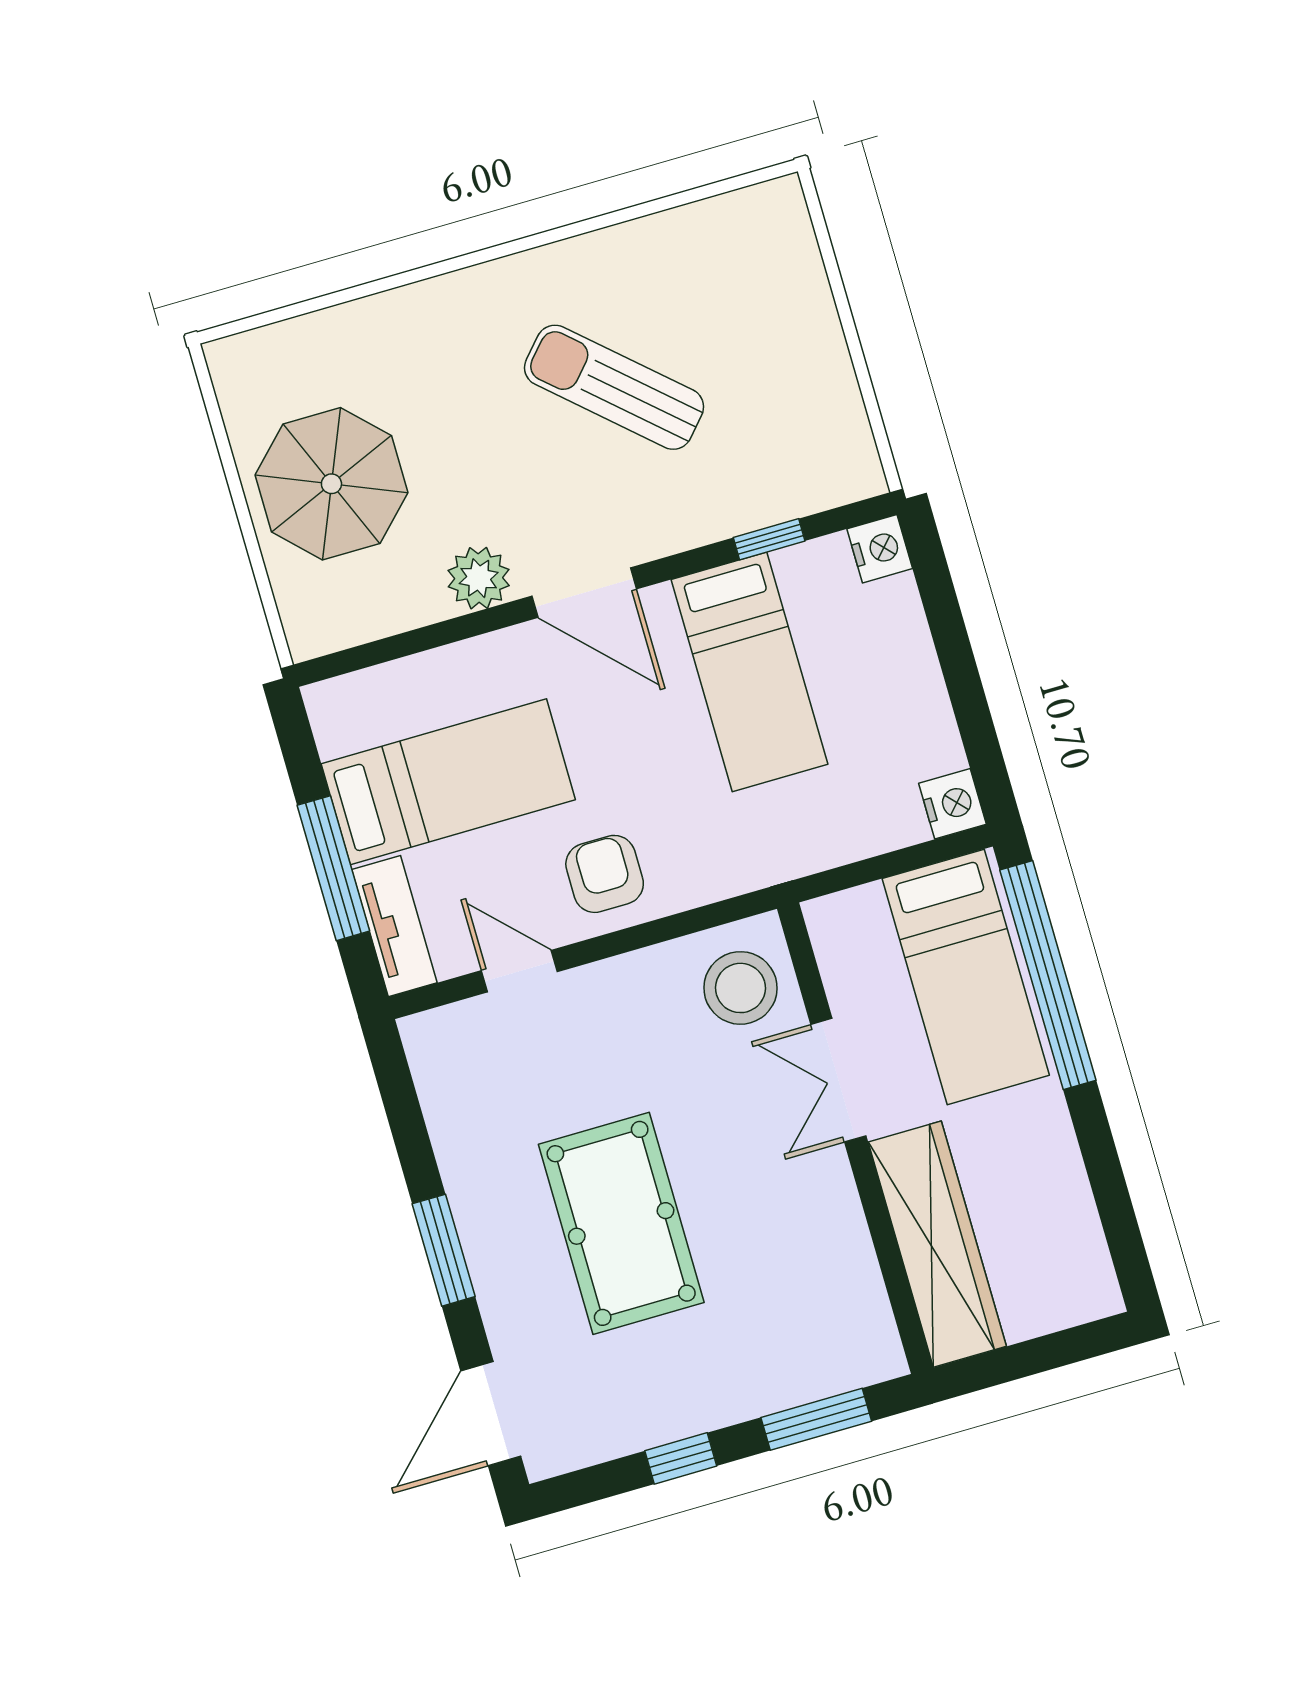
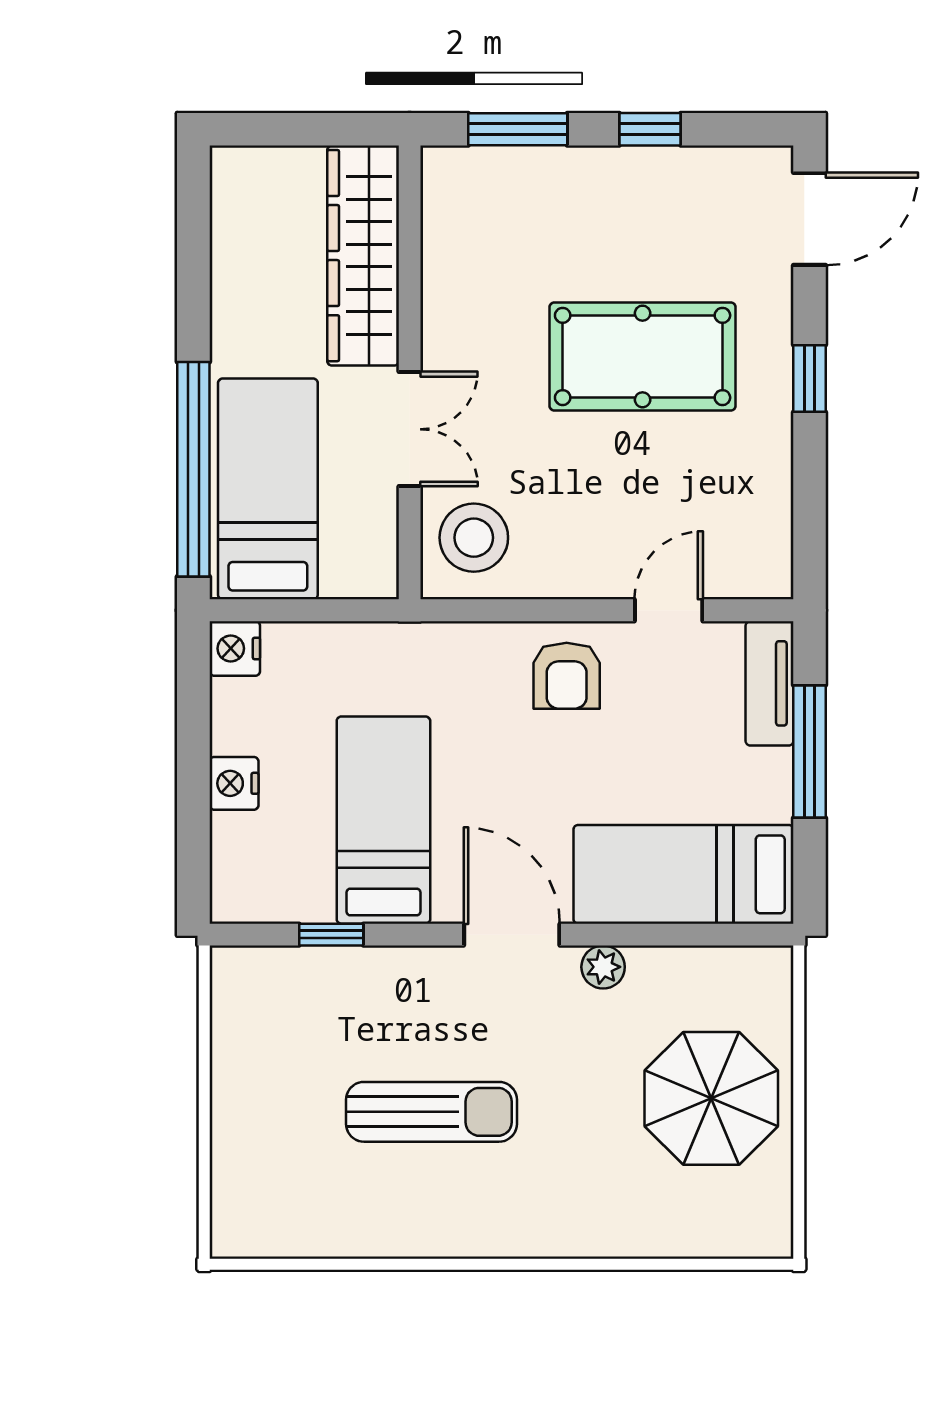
sun lounger: (614, 387) -> (431, 1112), turned -42
nightstand: (880, 549) -> (234, 783), moved
plant: (479, 578) -> (603, 967), width x0.73, depth x0.73
bed: (448, 782) -> (683, 874), moved
door: (519, 971) -> (669, 610), swing flipped
pool table: (621, 1223) -> (643, 356), turned 90
window: (444, 1250) -> (810, 379), width x0.67

